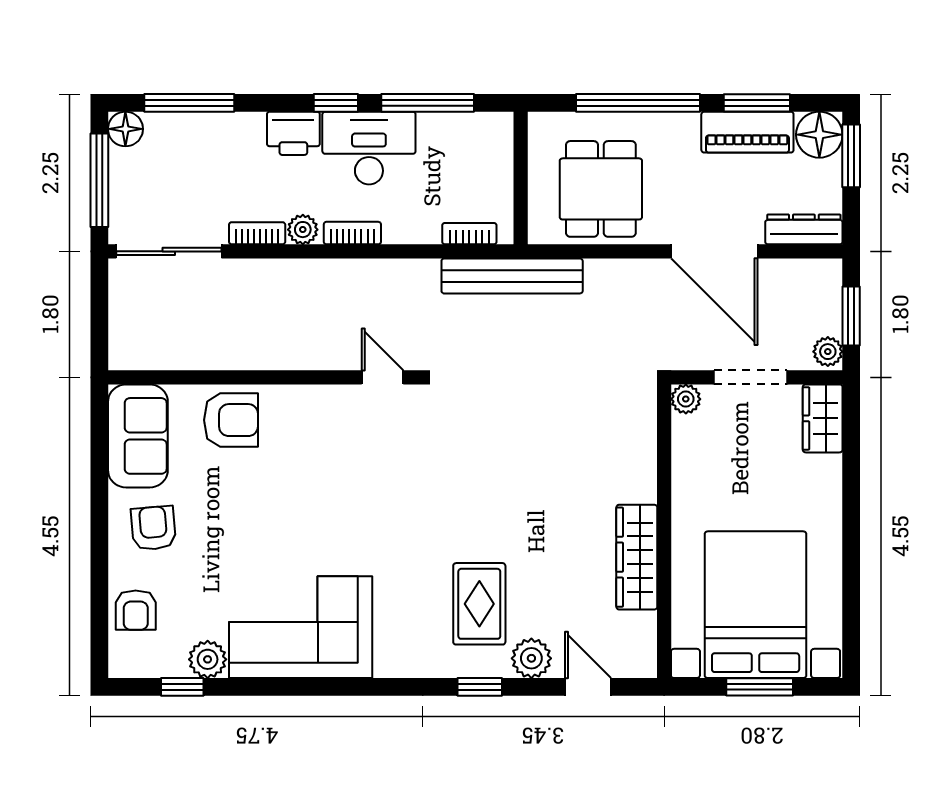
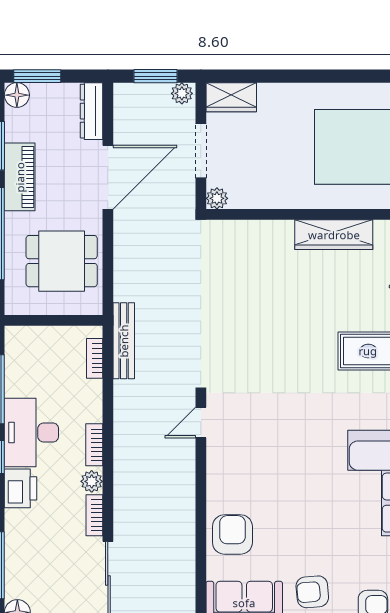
piano: (747, 132) -> (20, 177), moved
floor lamp: (819, 135) -> (17, 95), width x0.73, depth x0.73
bench: (512, 276) -> (124, 341), width x0.73, depth x0.82

